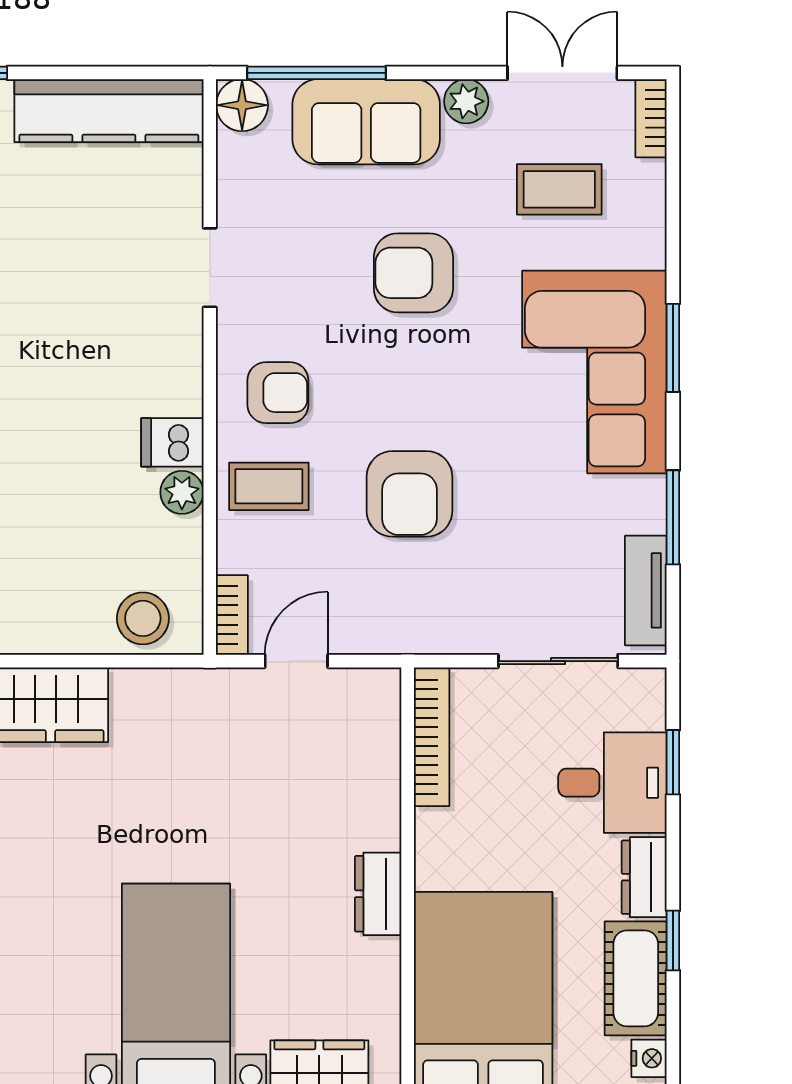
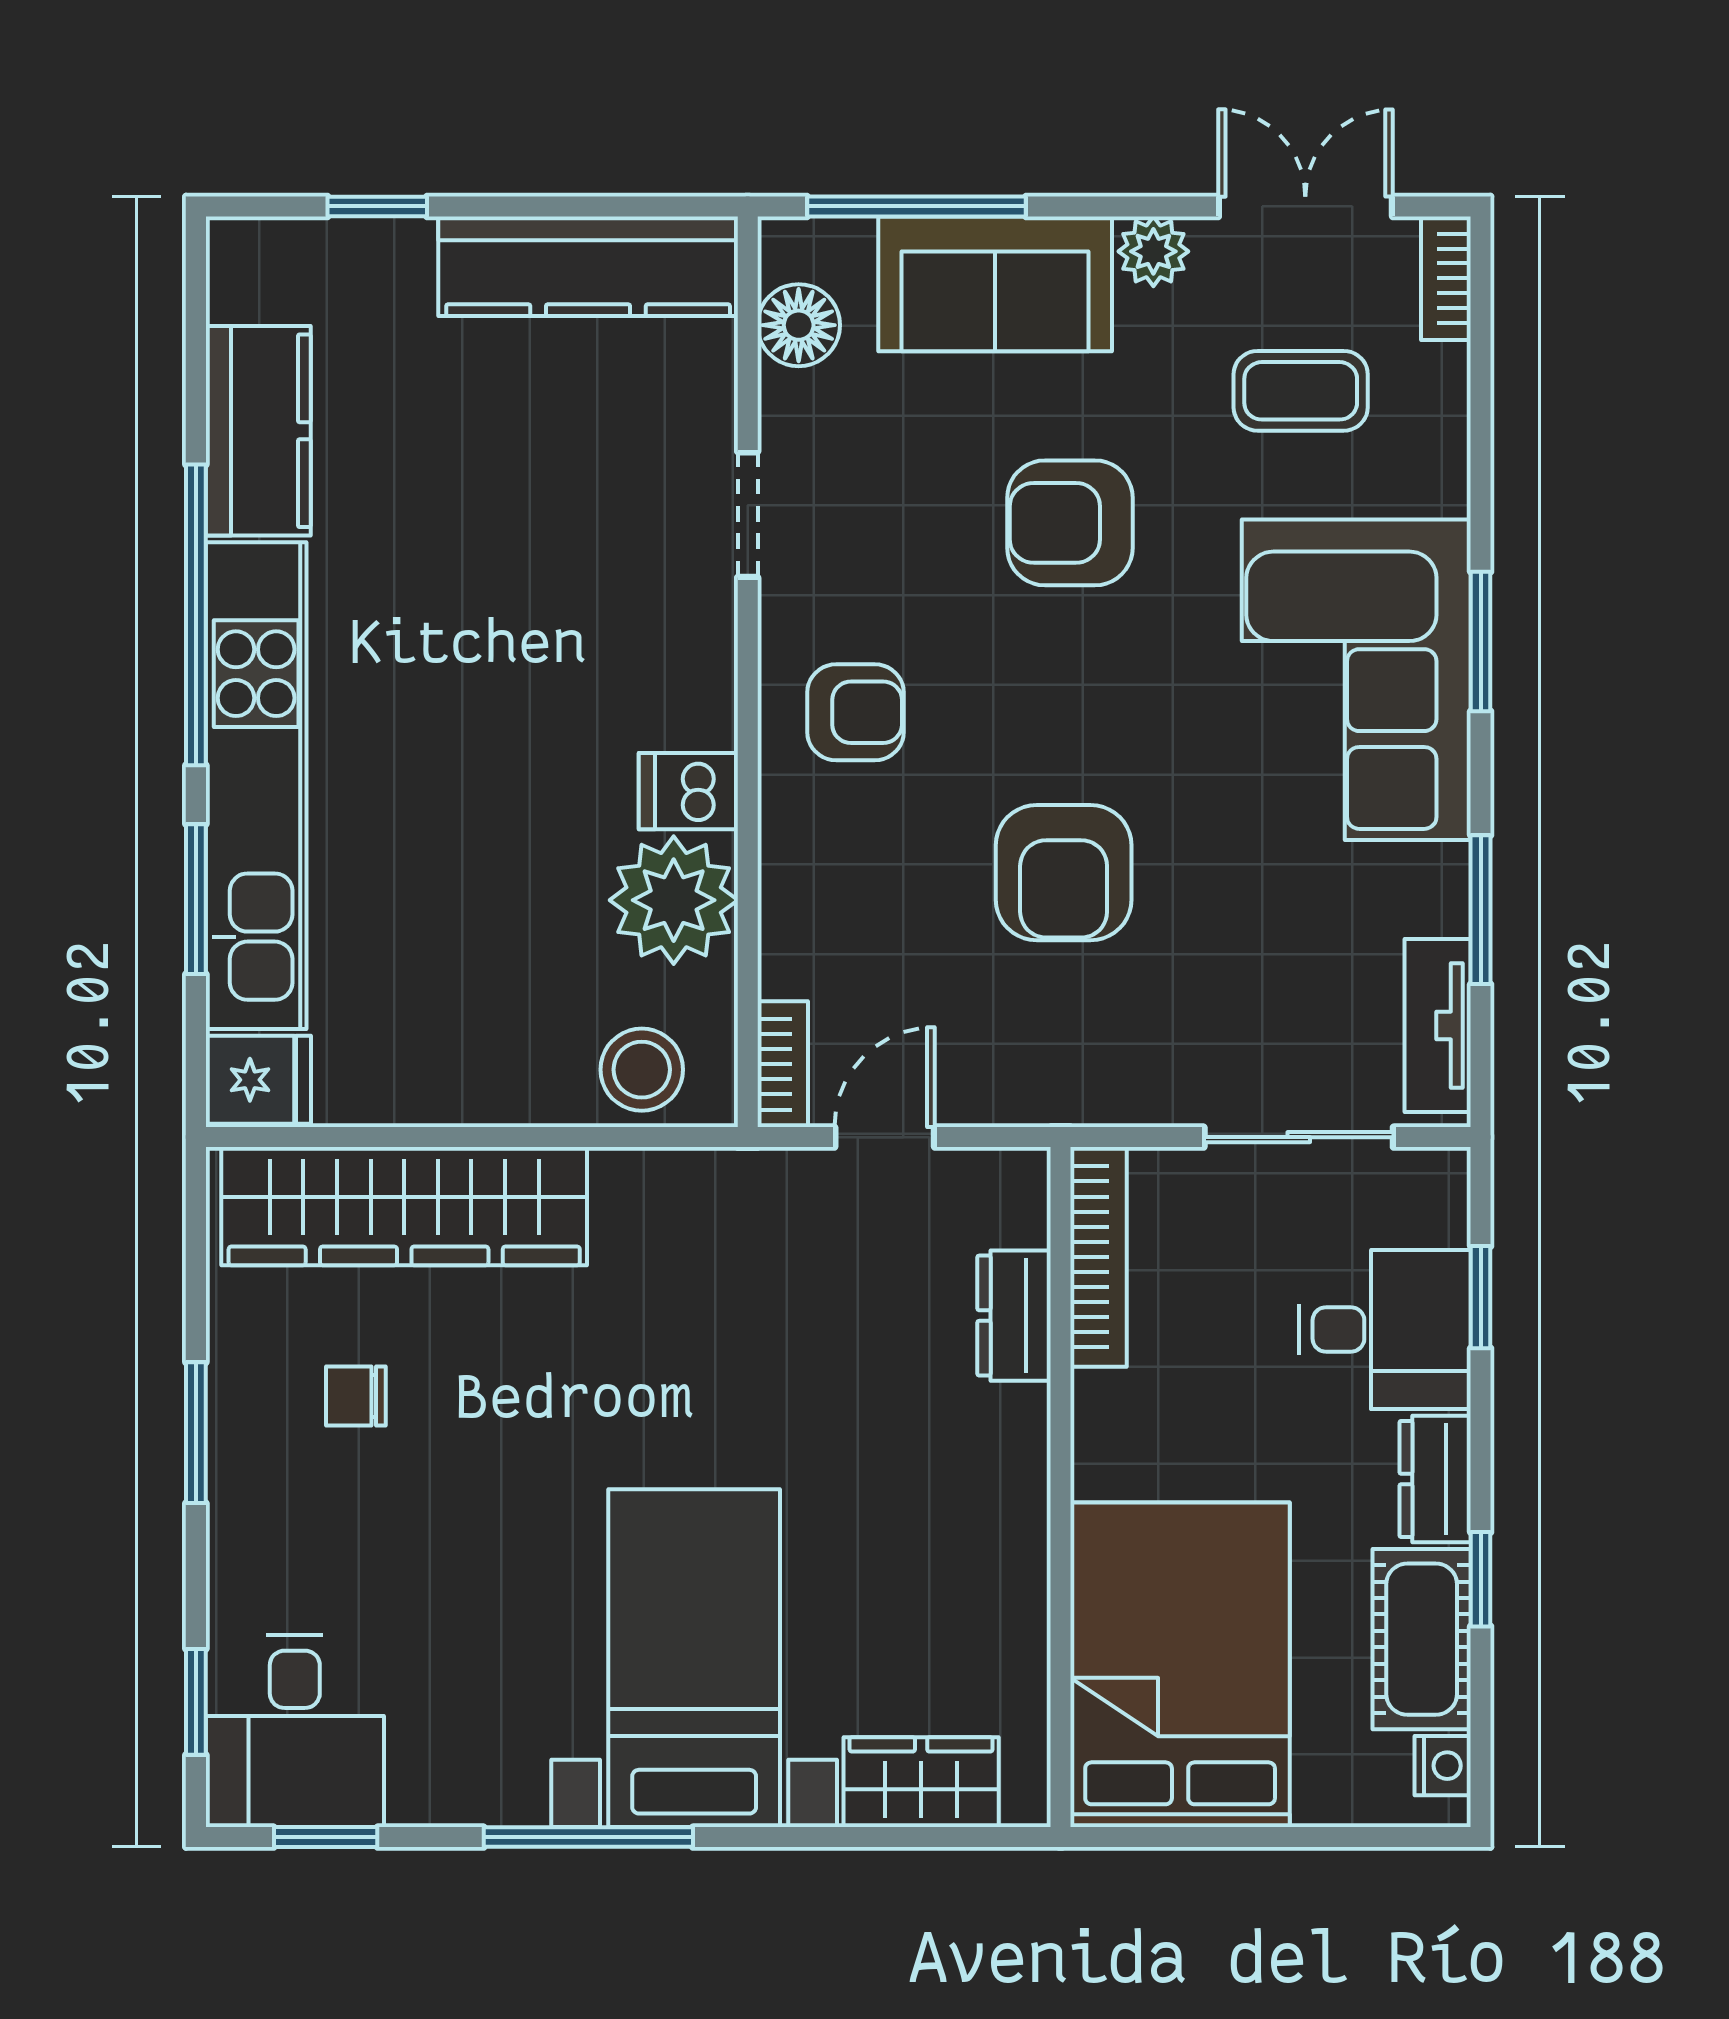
floor lamp: (242, 105) -> (799, 325), moved
coffee table: (269, 486) -> (841, 861), removed
plant: (182, 492) -> (674, 900), width x1.88, depth x1.88
dresser: (378, 894) -> (1014, 1316), moved

